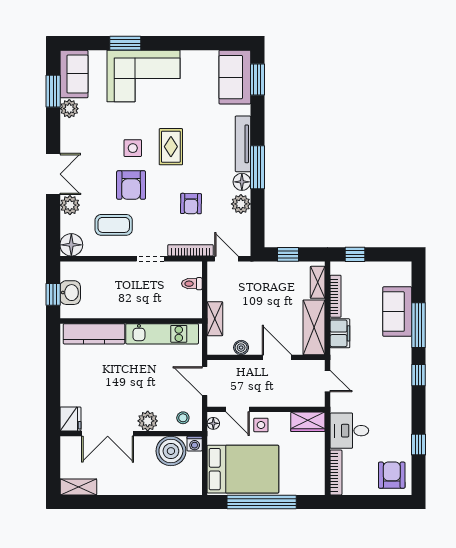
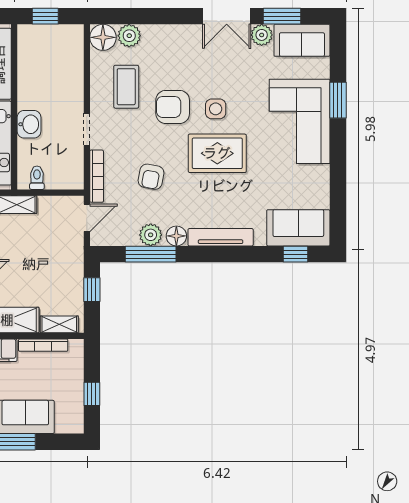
window: (257, 79) -> (296, 254), width x0.67
rug: (171, 147) -> (217, 153), width x1.36, depth x1.43
window: (257, 167) -> (151, 254), moved
double door: (53, 174) -> (227, 16), moved
armchair: (191, 204) -> (151, 177), turned -80
plant: (70, 205) -> (129, 36), moved
window: (355, 254) -> (92, 394), moved
toilet: (192, 284) -> (37, 178), moved
washbasin: (70, 293) -> (29, 124), moved, turned -90

